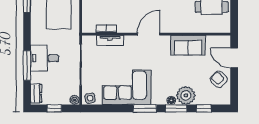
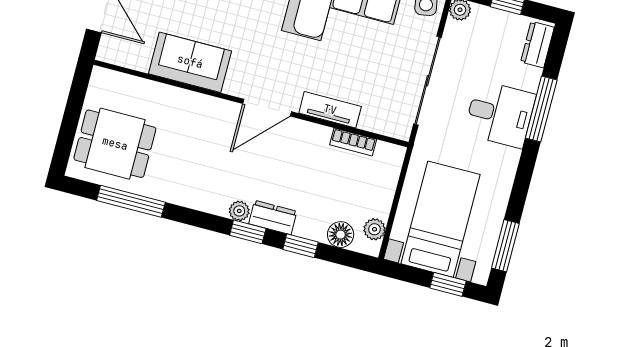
tv unit: (110, 40) -> (330, 110), moved

